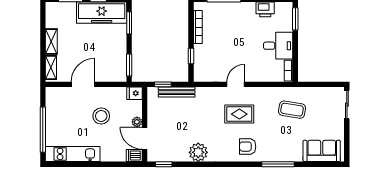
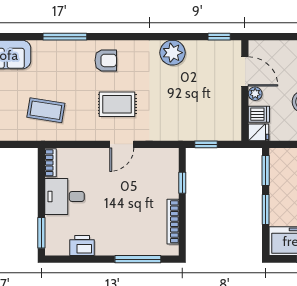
window: (129, 23) -> (266, 210), moved
window: (163, 84) -> (206, 144), moved
bench: (177, 92) -> (202, 134), removed
dishwasher: (134, 156) -> (259, 114), moved

